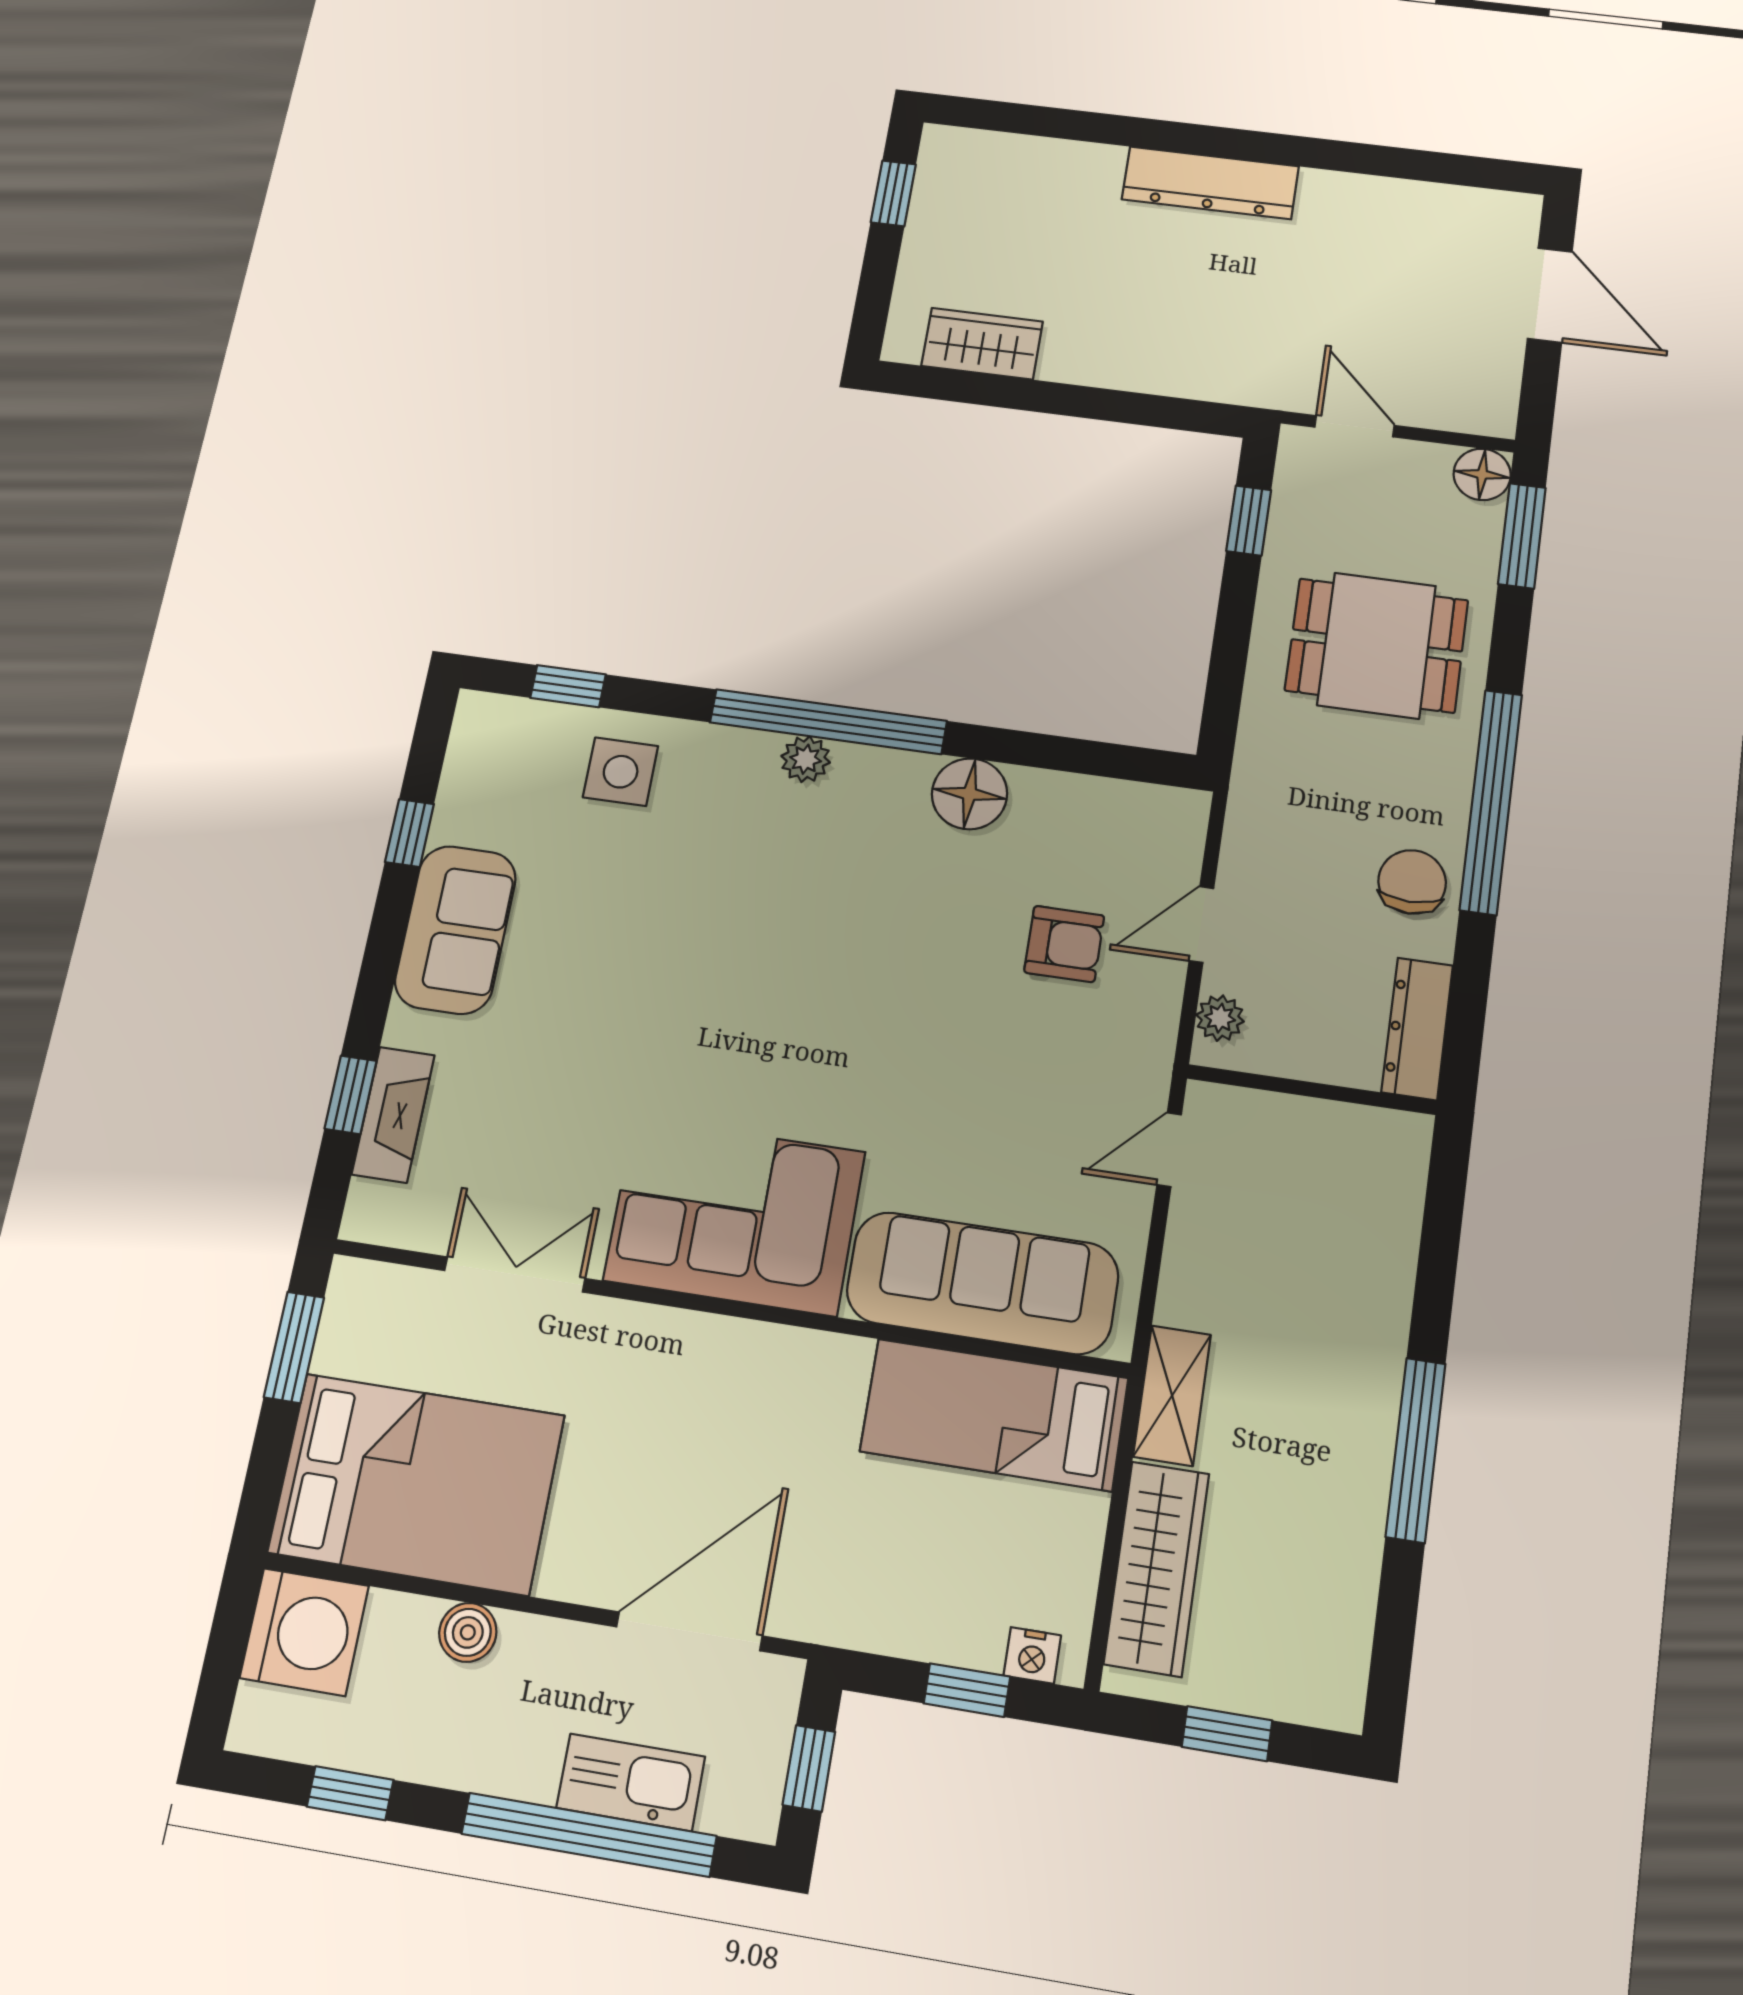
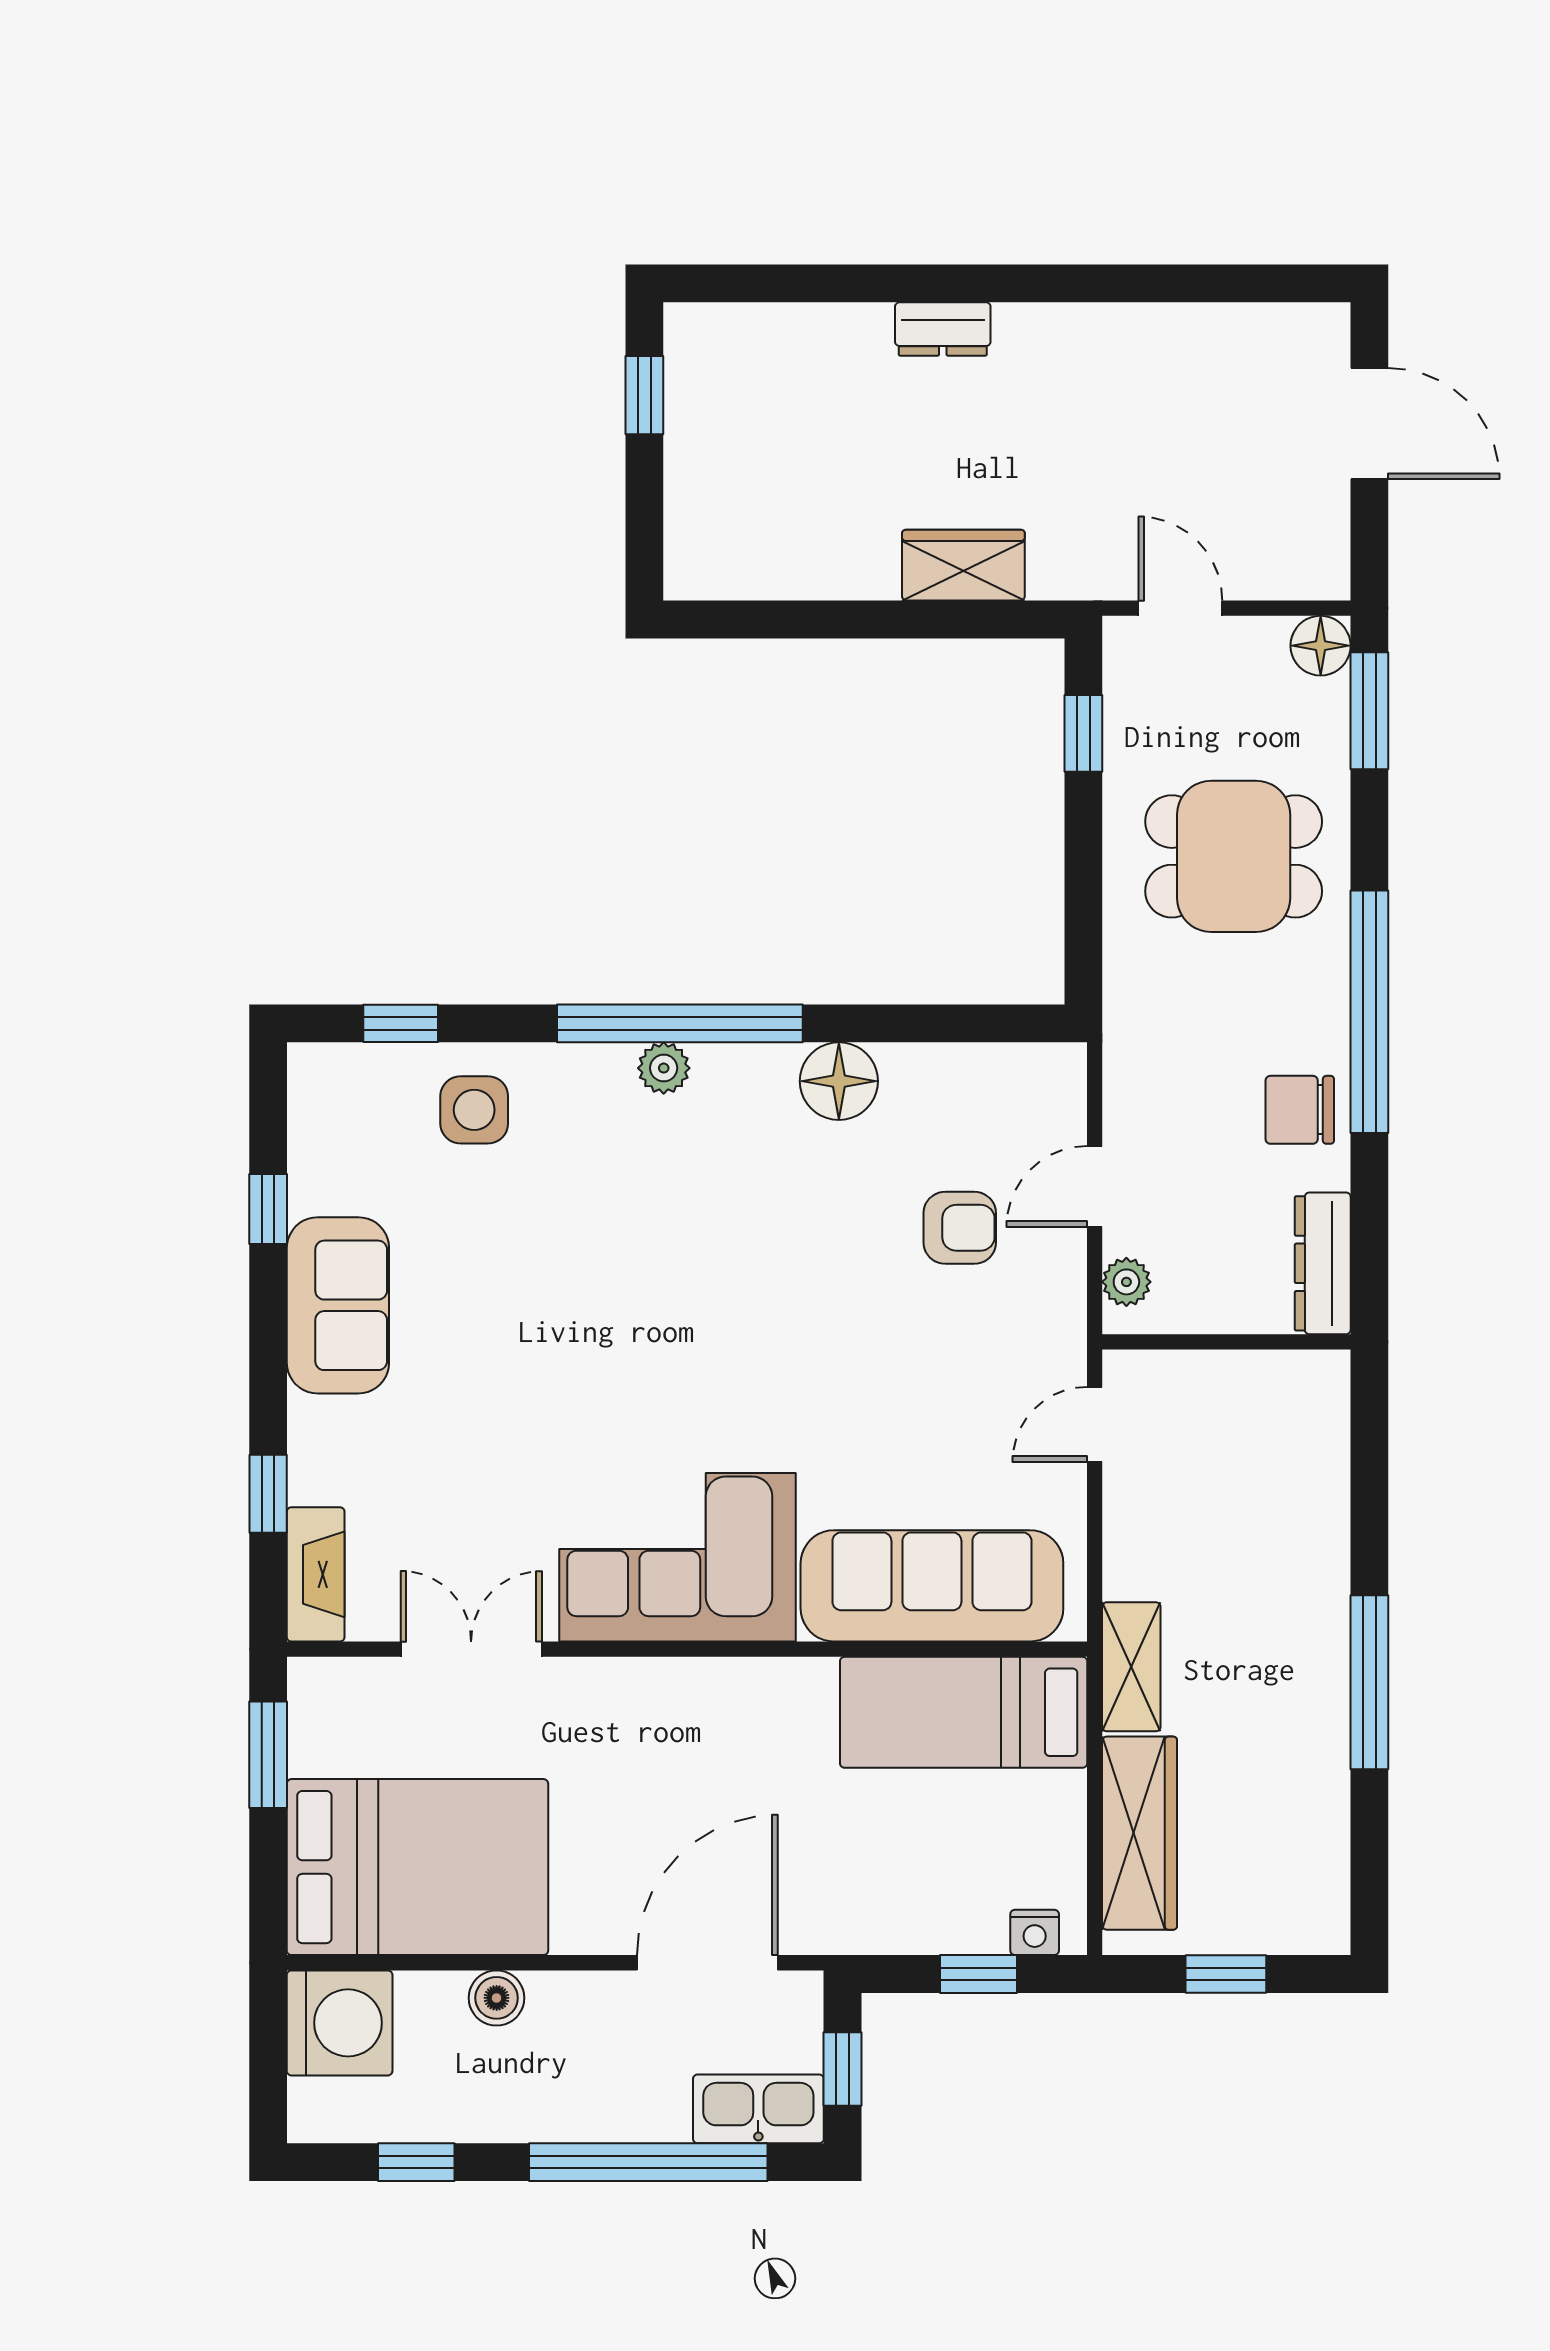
dresser: (1210, 183) -> (943, 329), width x0.51, depth x0.80
wardrobe: (982, 344) -> (963, 565), moved
chair: (1412, 882) -> (1300, 1110), turned -90
fireplace: (393, 1115) -> (316, 1574), moved
kitchen sink: (631, 1782) -> (758, 2109), moved

